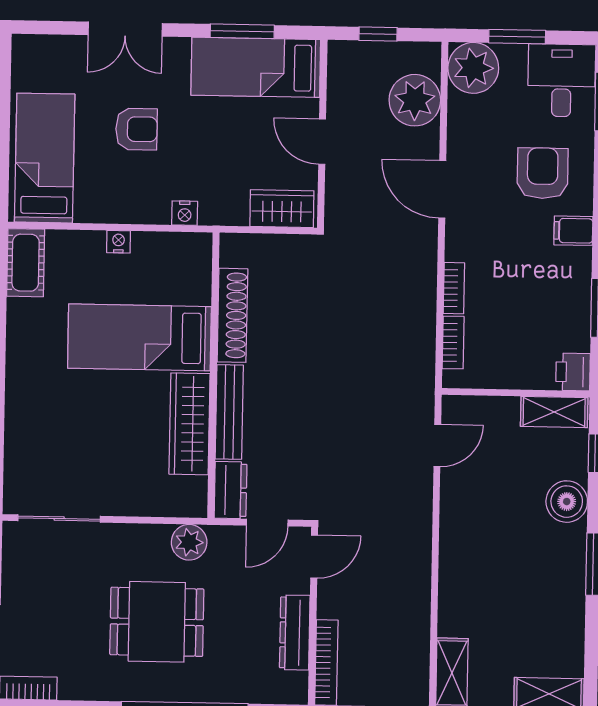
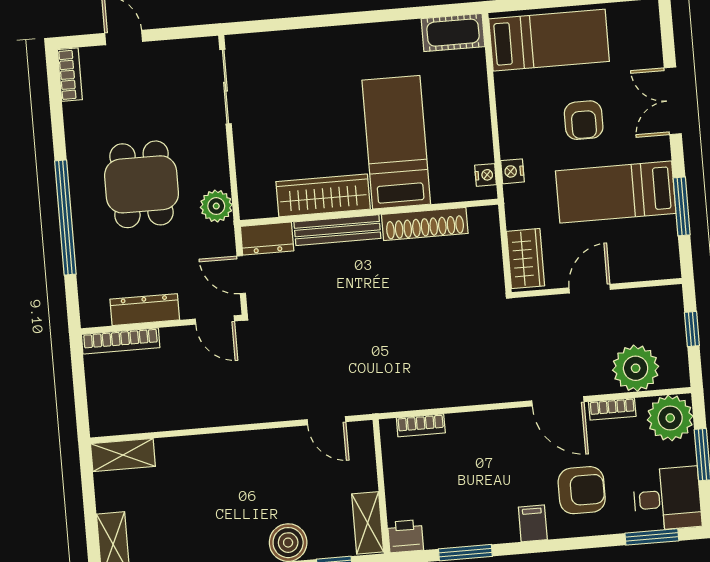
bed: (256, 67) -> (616, 192), moved, turned -90
door: (442, 189) -> (558, 401), swing flipped
nightstand: (118, 242) -> (486, 175), moved
bookcase: (454, 288) -> (612, 409), moved

